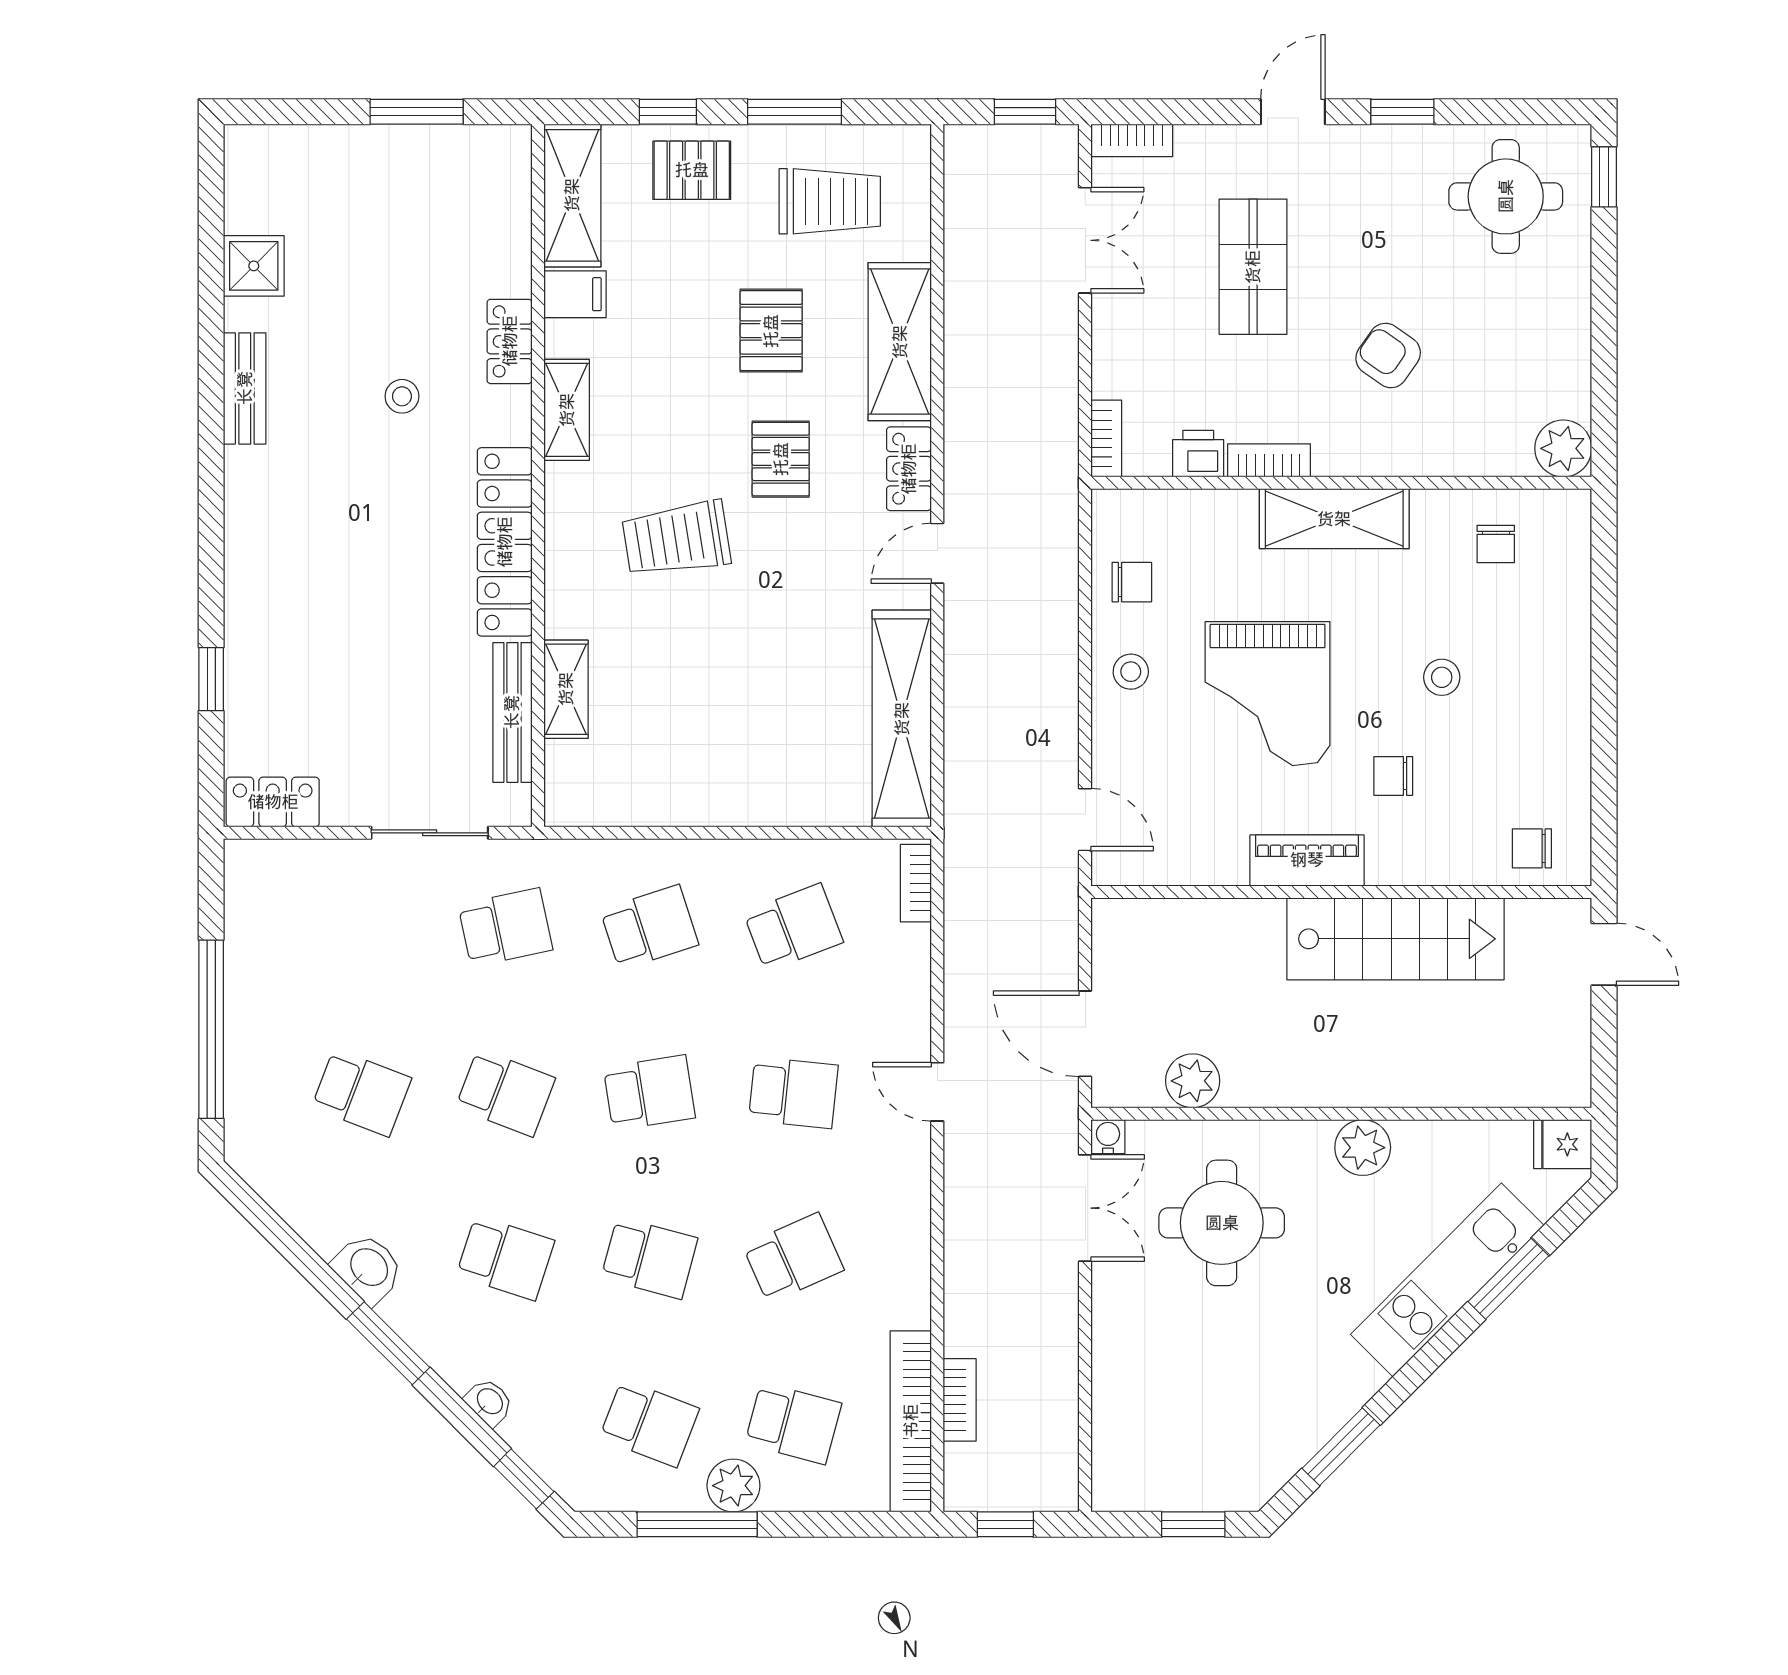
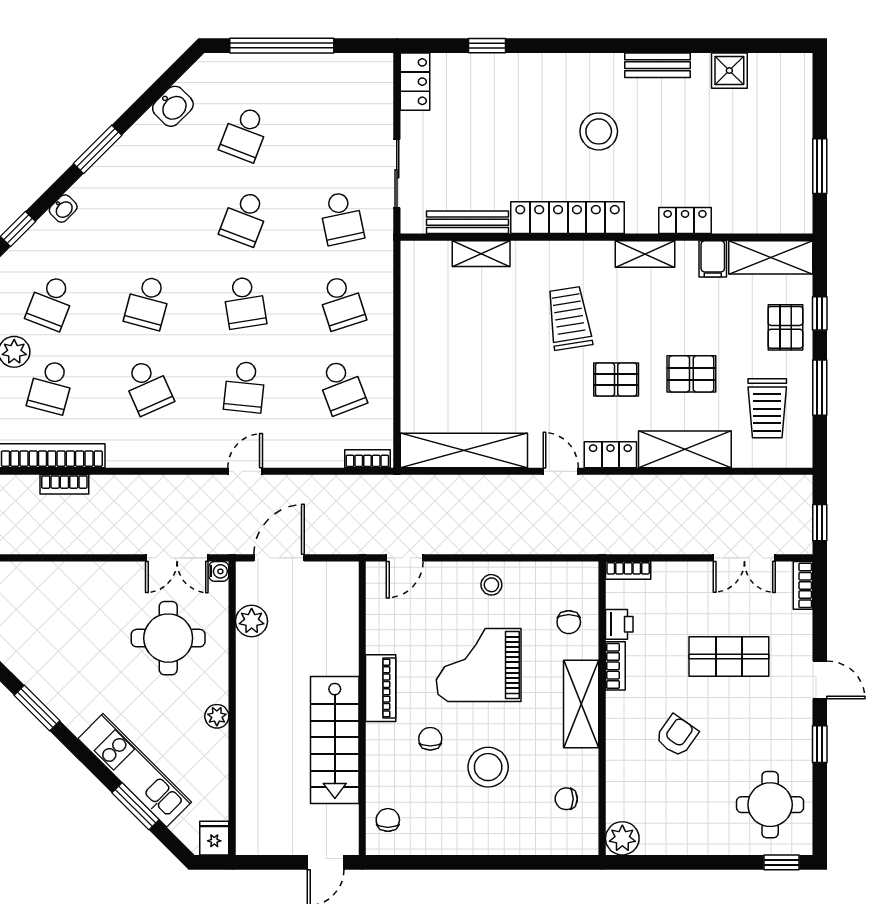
stool: (402, 396) -> (599, 131), moved, width x1.89, depth x1.89
chair: (1132, 582) -> (569, 622), moved
stool: (1442, 677) -> (488, 767), width x1.89, depth x1.89
plant: (1363, 1148) -> (217, 716), width x0.73, depth x0.73
school desk: (505, 1258) -> (148, 218), removed
washbasin: (368, 1268) -> (173, 106), moved

